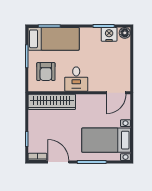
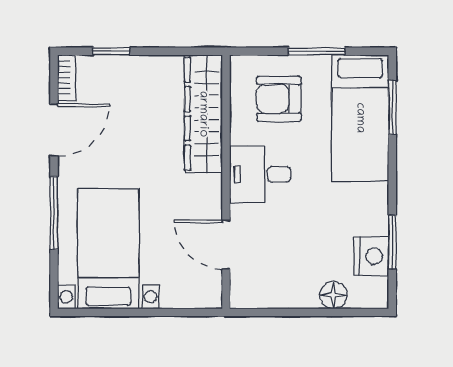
floor lamp: (125, 33) -> (333, 295), moved
door: (116, 93) -> (226, 245), moved

